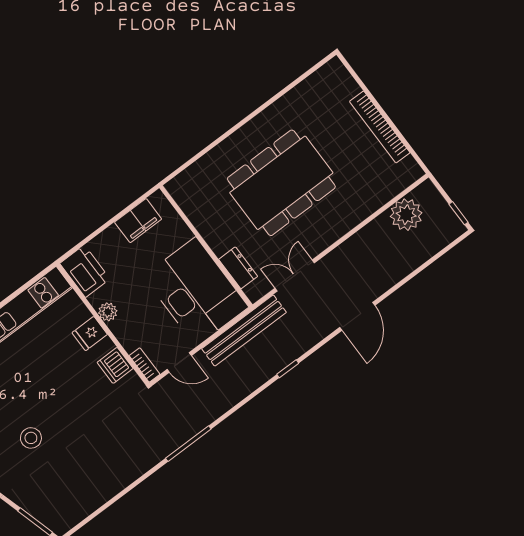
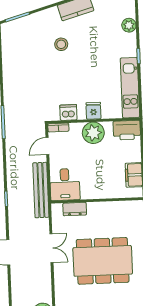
dining table: (281, 183) -> (103, 261), turned 90
double door: (295, 276) -> (51, 248), moved
desk: (196, 292) -> (65, 184), width x0.53, depth x0.77
plant: (108, 312) -> (93, 133), width x1.88, depth x1.88

